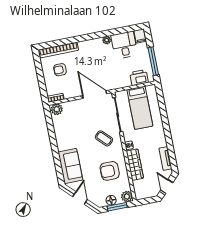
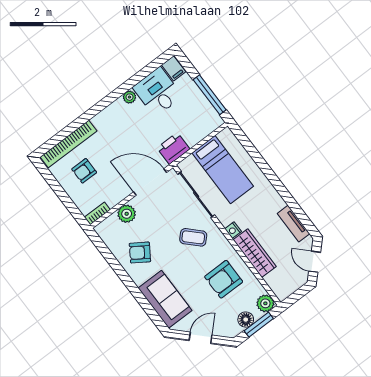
printer: (139, 78) -> (173, 148), moved
plant: (57, 109) -> (127, 214), moved
armchair: (69, 132) -> (140, 253), added
door: (80, 198) -> (201, 338), hinge flipped

